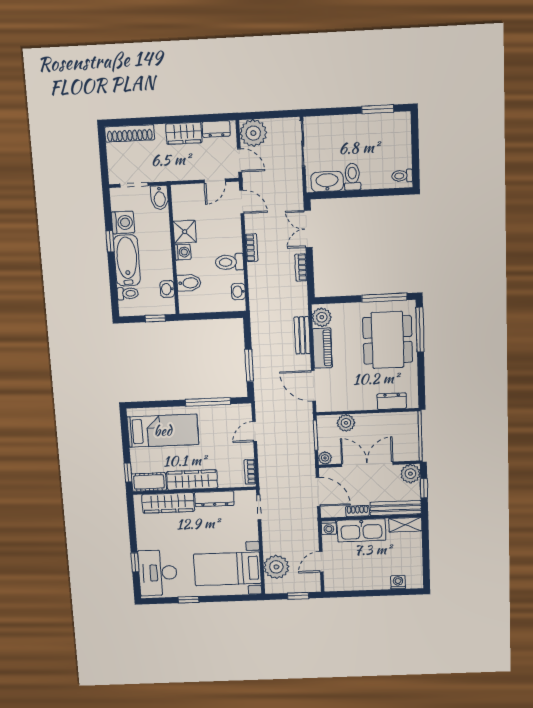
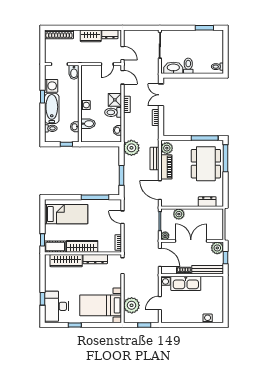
plant: (253, 133) -> (131, 148), moved
shower: (185, 232) -> (115, 100), moved
door: (255, 432) -> (123, 217), hinge flipped
shelving: (405, 525) -> (213, 281), removed

